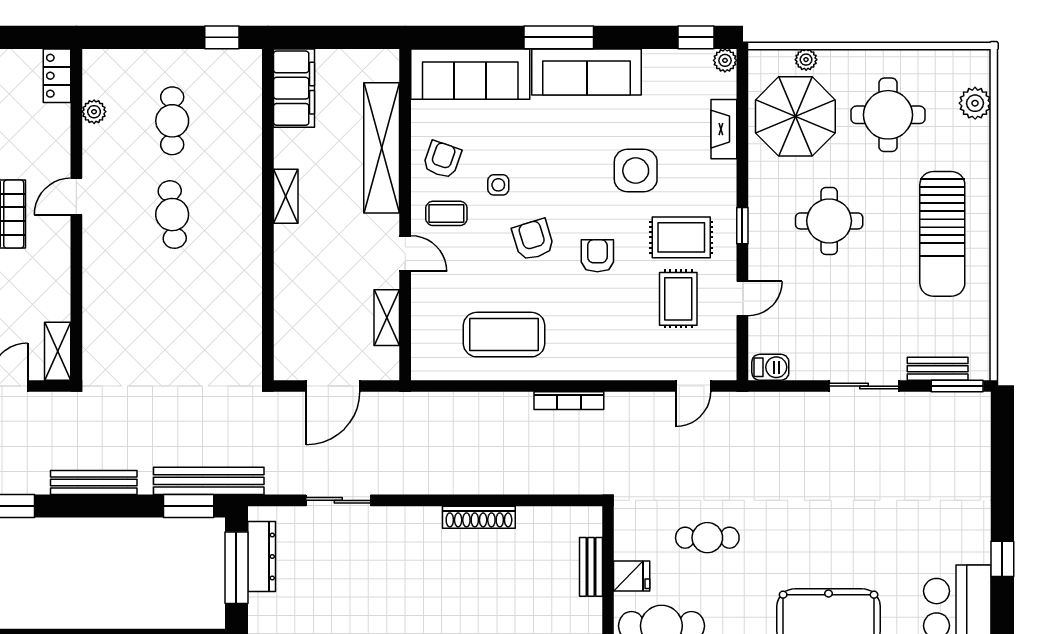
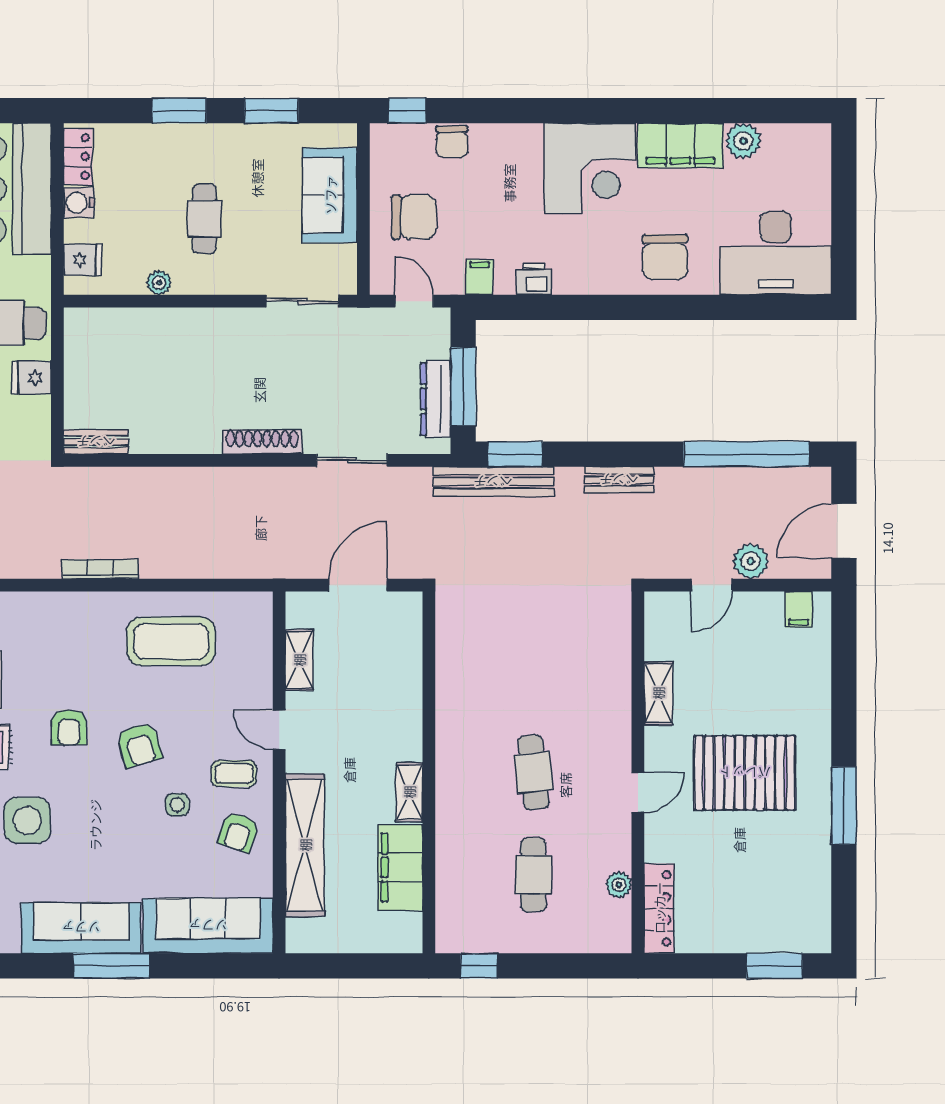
locker: (57, 76) -> (659, 908), width x1.53
filing cabinet: (294, 88) -> (400, 867), moved
shelving: (58, 351) -> (658, 693), moved
bench: (94, 483) -> (619, 480), width x0.73
shoe rack: (479, 517) -> (262, 442), moved
bench: (591, 567) -> (96, 442), moved, turned 90

